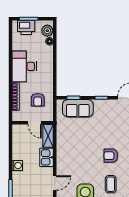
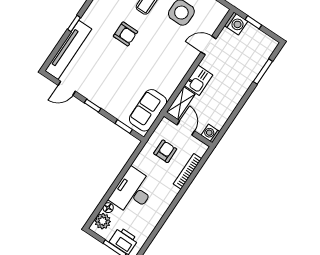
desk: (24, 66) -> (133, 192), moved, turned 180
sofa: (78, 108) -> (148, 110), moved, turned -90
washing machine: (17, 166) -> (210, 133), moved

